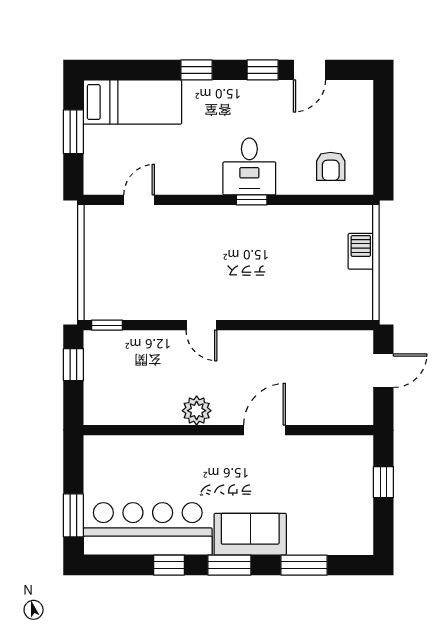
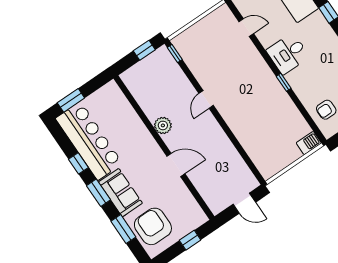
desk: (249, 167) -> (288, 54), moved
barbecue: (361, 251) -> (309, 143), moved
armchair: (329, 521) -> (153, 226), added

